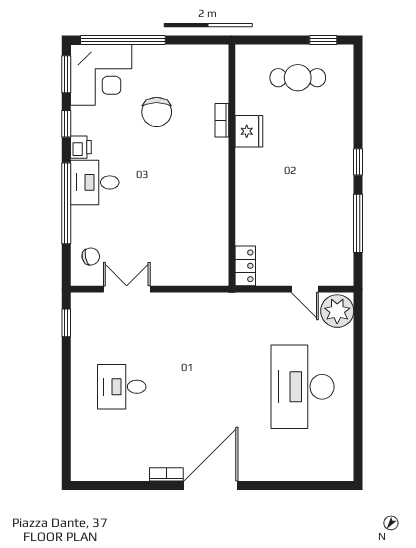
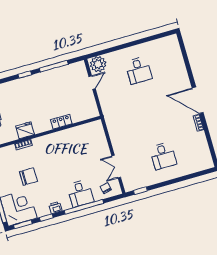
desk: (95, 182) -> (80, 193), moved
locker: (245, 266) -> (61, 122), moved
desk: (303, 387) -> (139, 70), width x0.53, depth x0.77

